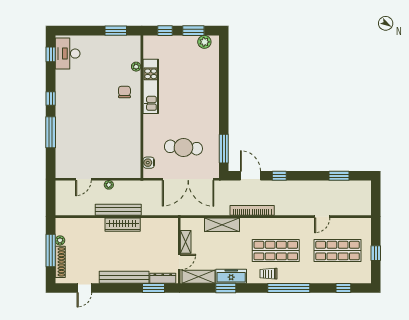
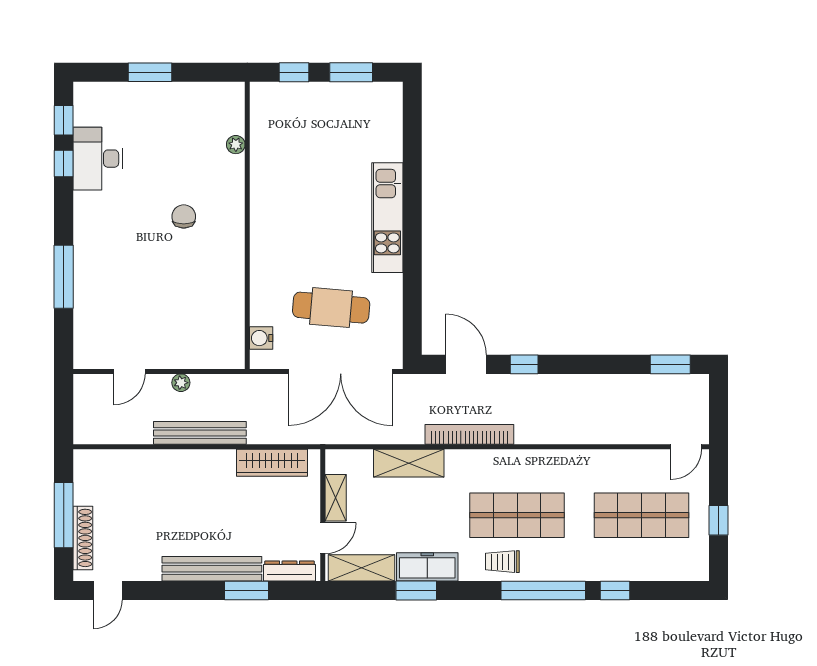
window: (116, 31) -> (150, 72), moved
plant: (204, 42) -> (373, 95), removed
desk: (68, 54) -> (98, 159), moved
kitchen unit: (151, 86) -> (387, 218), moved, turned 180
chair: (124, 92) -> (184, 216), moved
window: (51, 98) -> (64, 163), moved
window: (224, 149) -> (412, 310), removed
window: (339, 176) -> (670, 364), moved
door: (322, 217) -> (686, 447), moved
wardrobe: (123, 225) -> (272, 463), moved
plant: (60, 240) -> (82, 495), removed
door: (84, 288) -> (108, 591), moved
window: (153, 288) -> (246, 591), moved
window: (343, 288) -> (615, 591), moved

